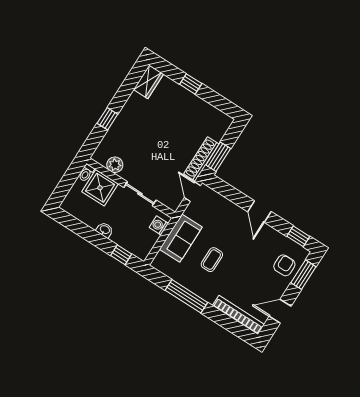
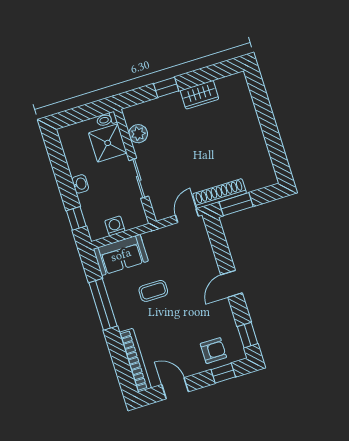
wardrobe: (148, 82) -> (200, 95), moved
window: (191, 84) -> (266, 119), removed
washing machine: (159, 225) -> (115, 226), moved
sofa: (181, 238) -> (121, 255), moved
window: (303, 275) -> (223, 373), width x0.67

